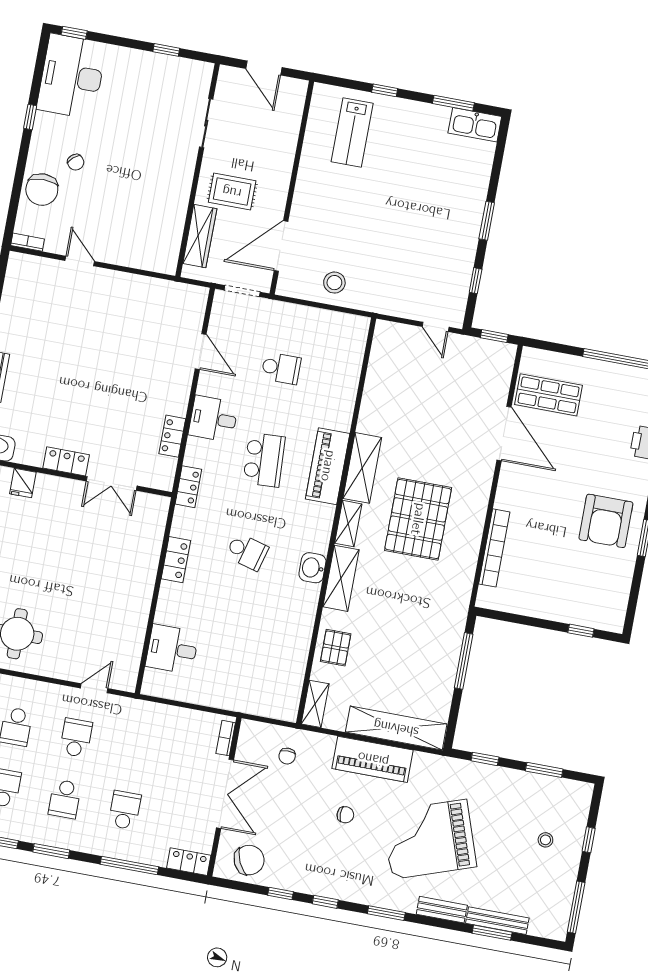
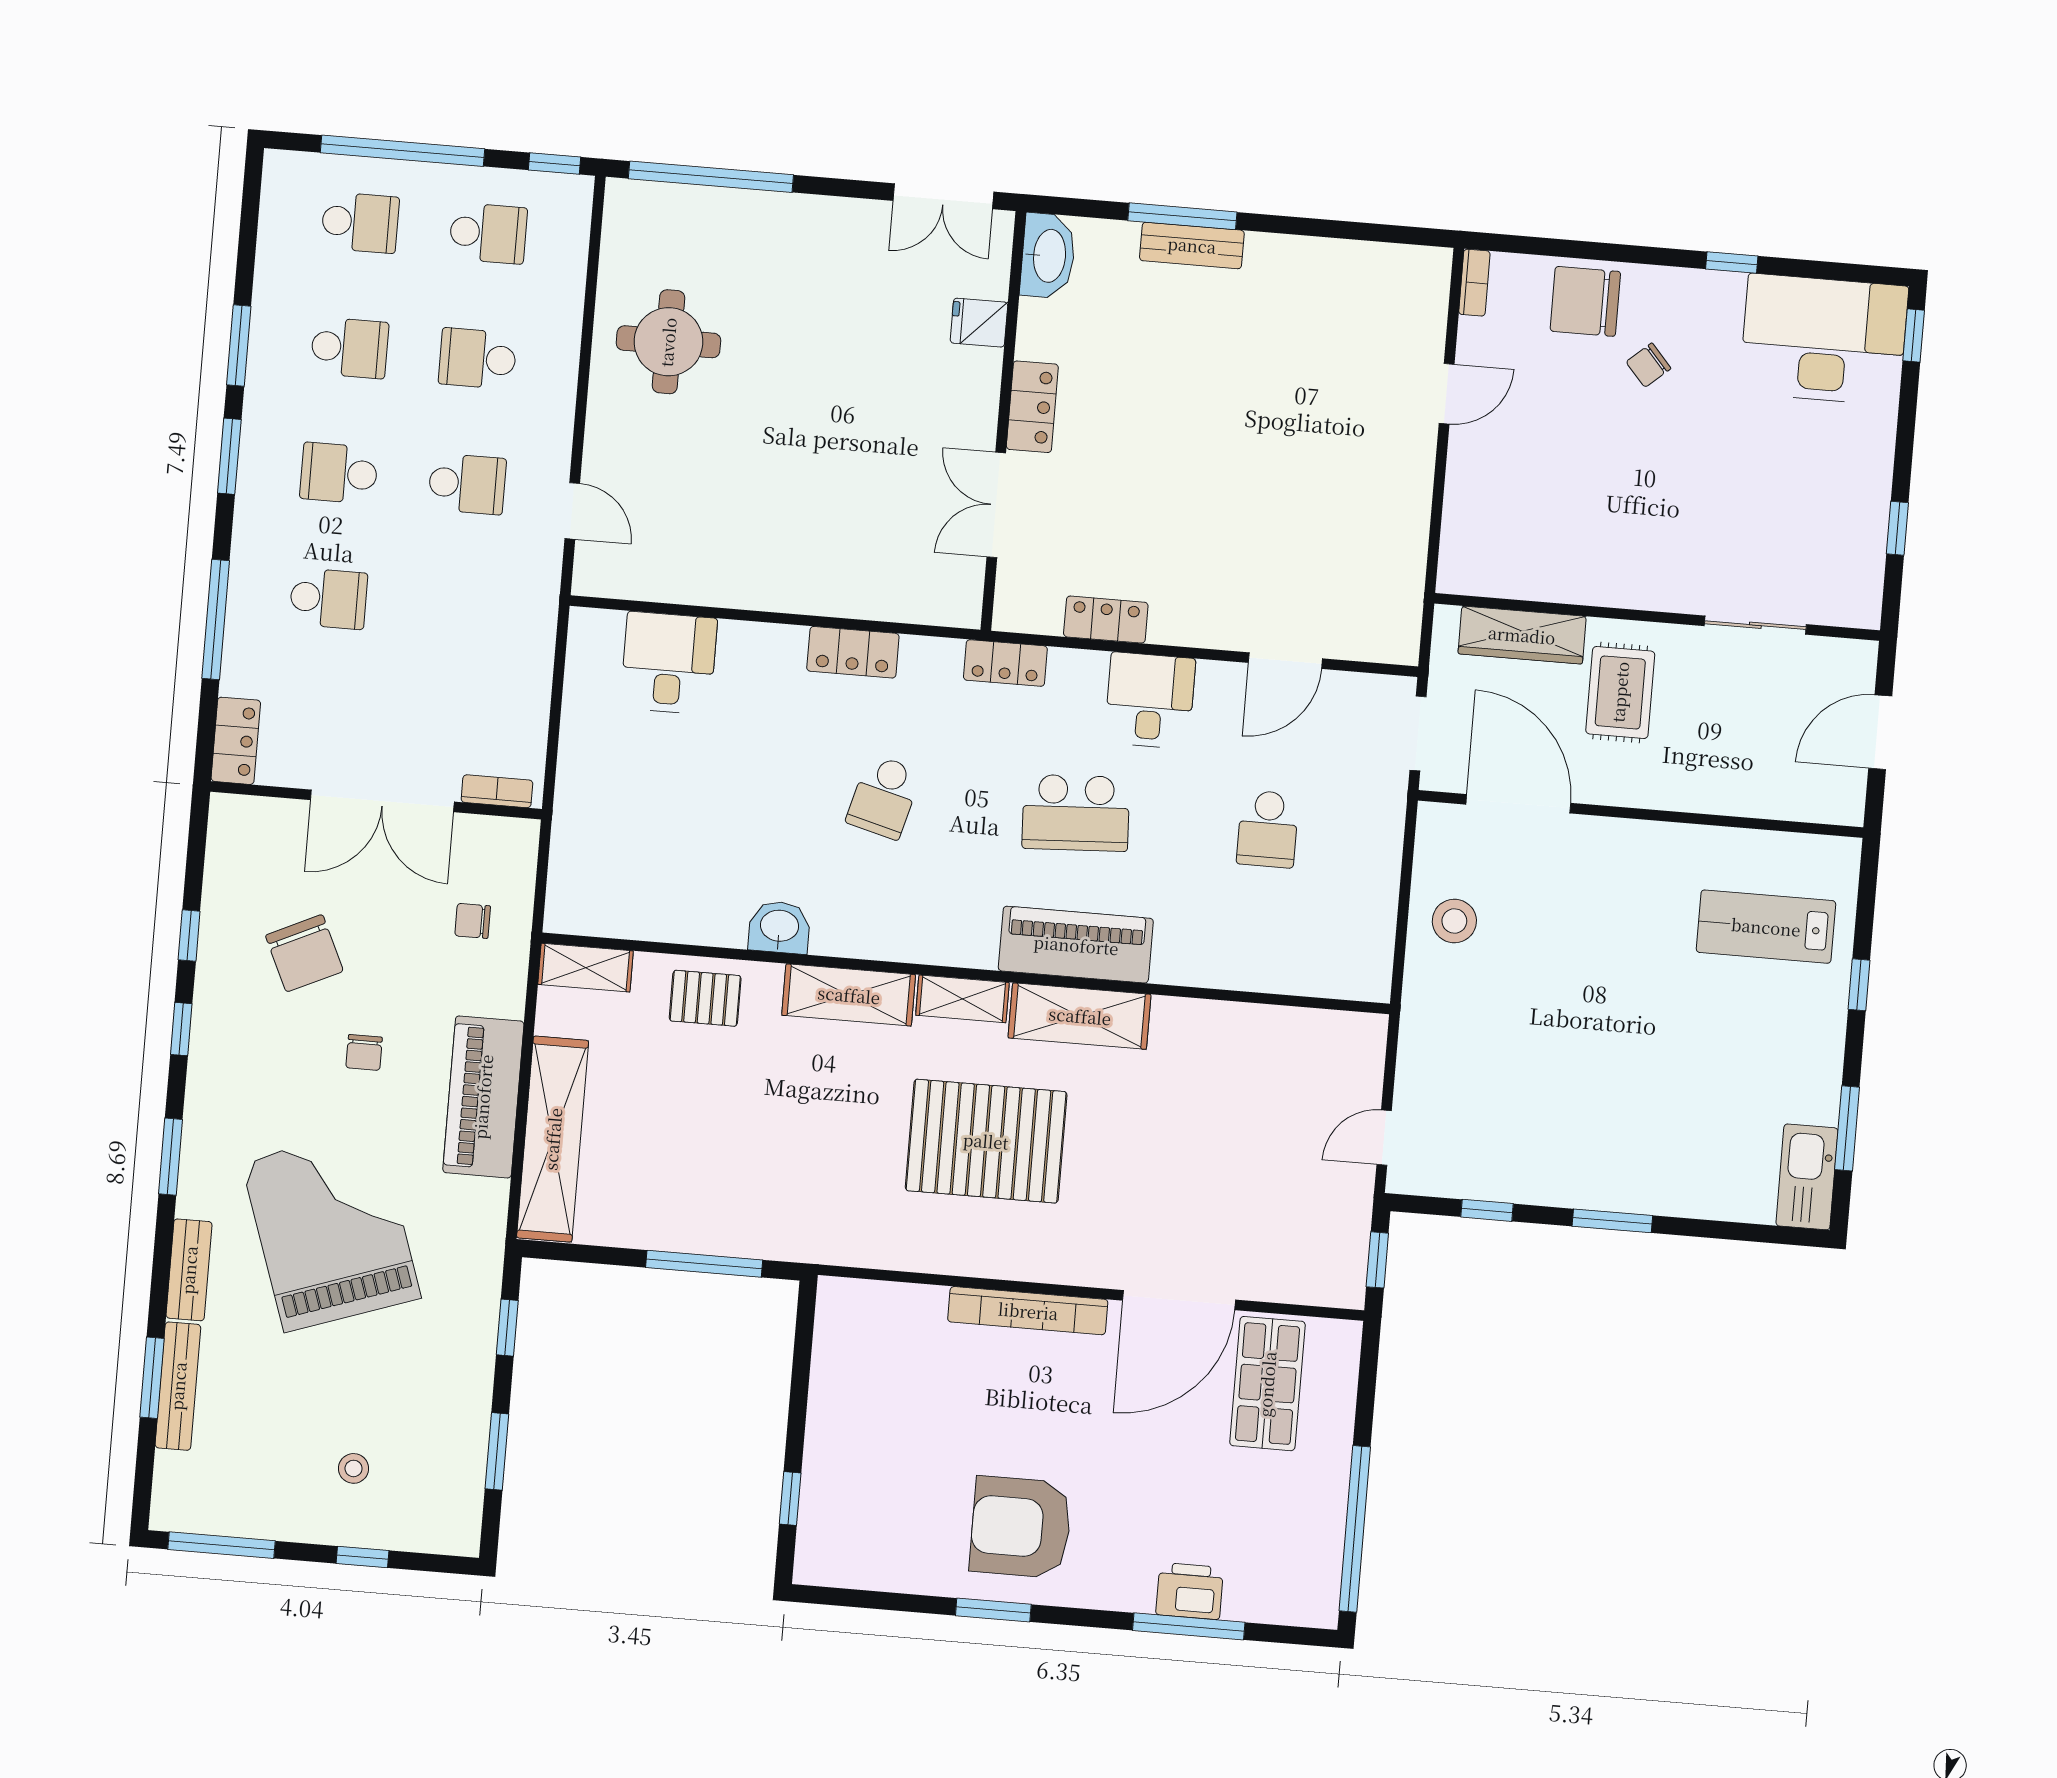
bookcase: (494, 548) -> (1028, 1311), moved
washbasin: (312, 568) -> (779, 927), moved
chair: (249, 860) -> (304, 953), moved

